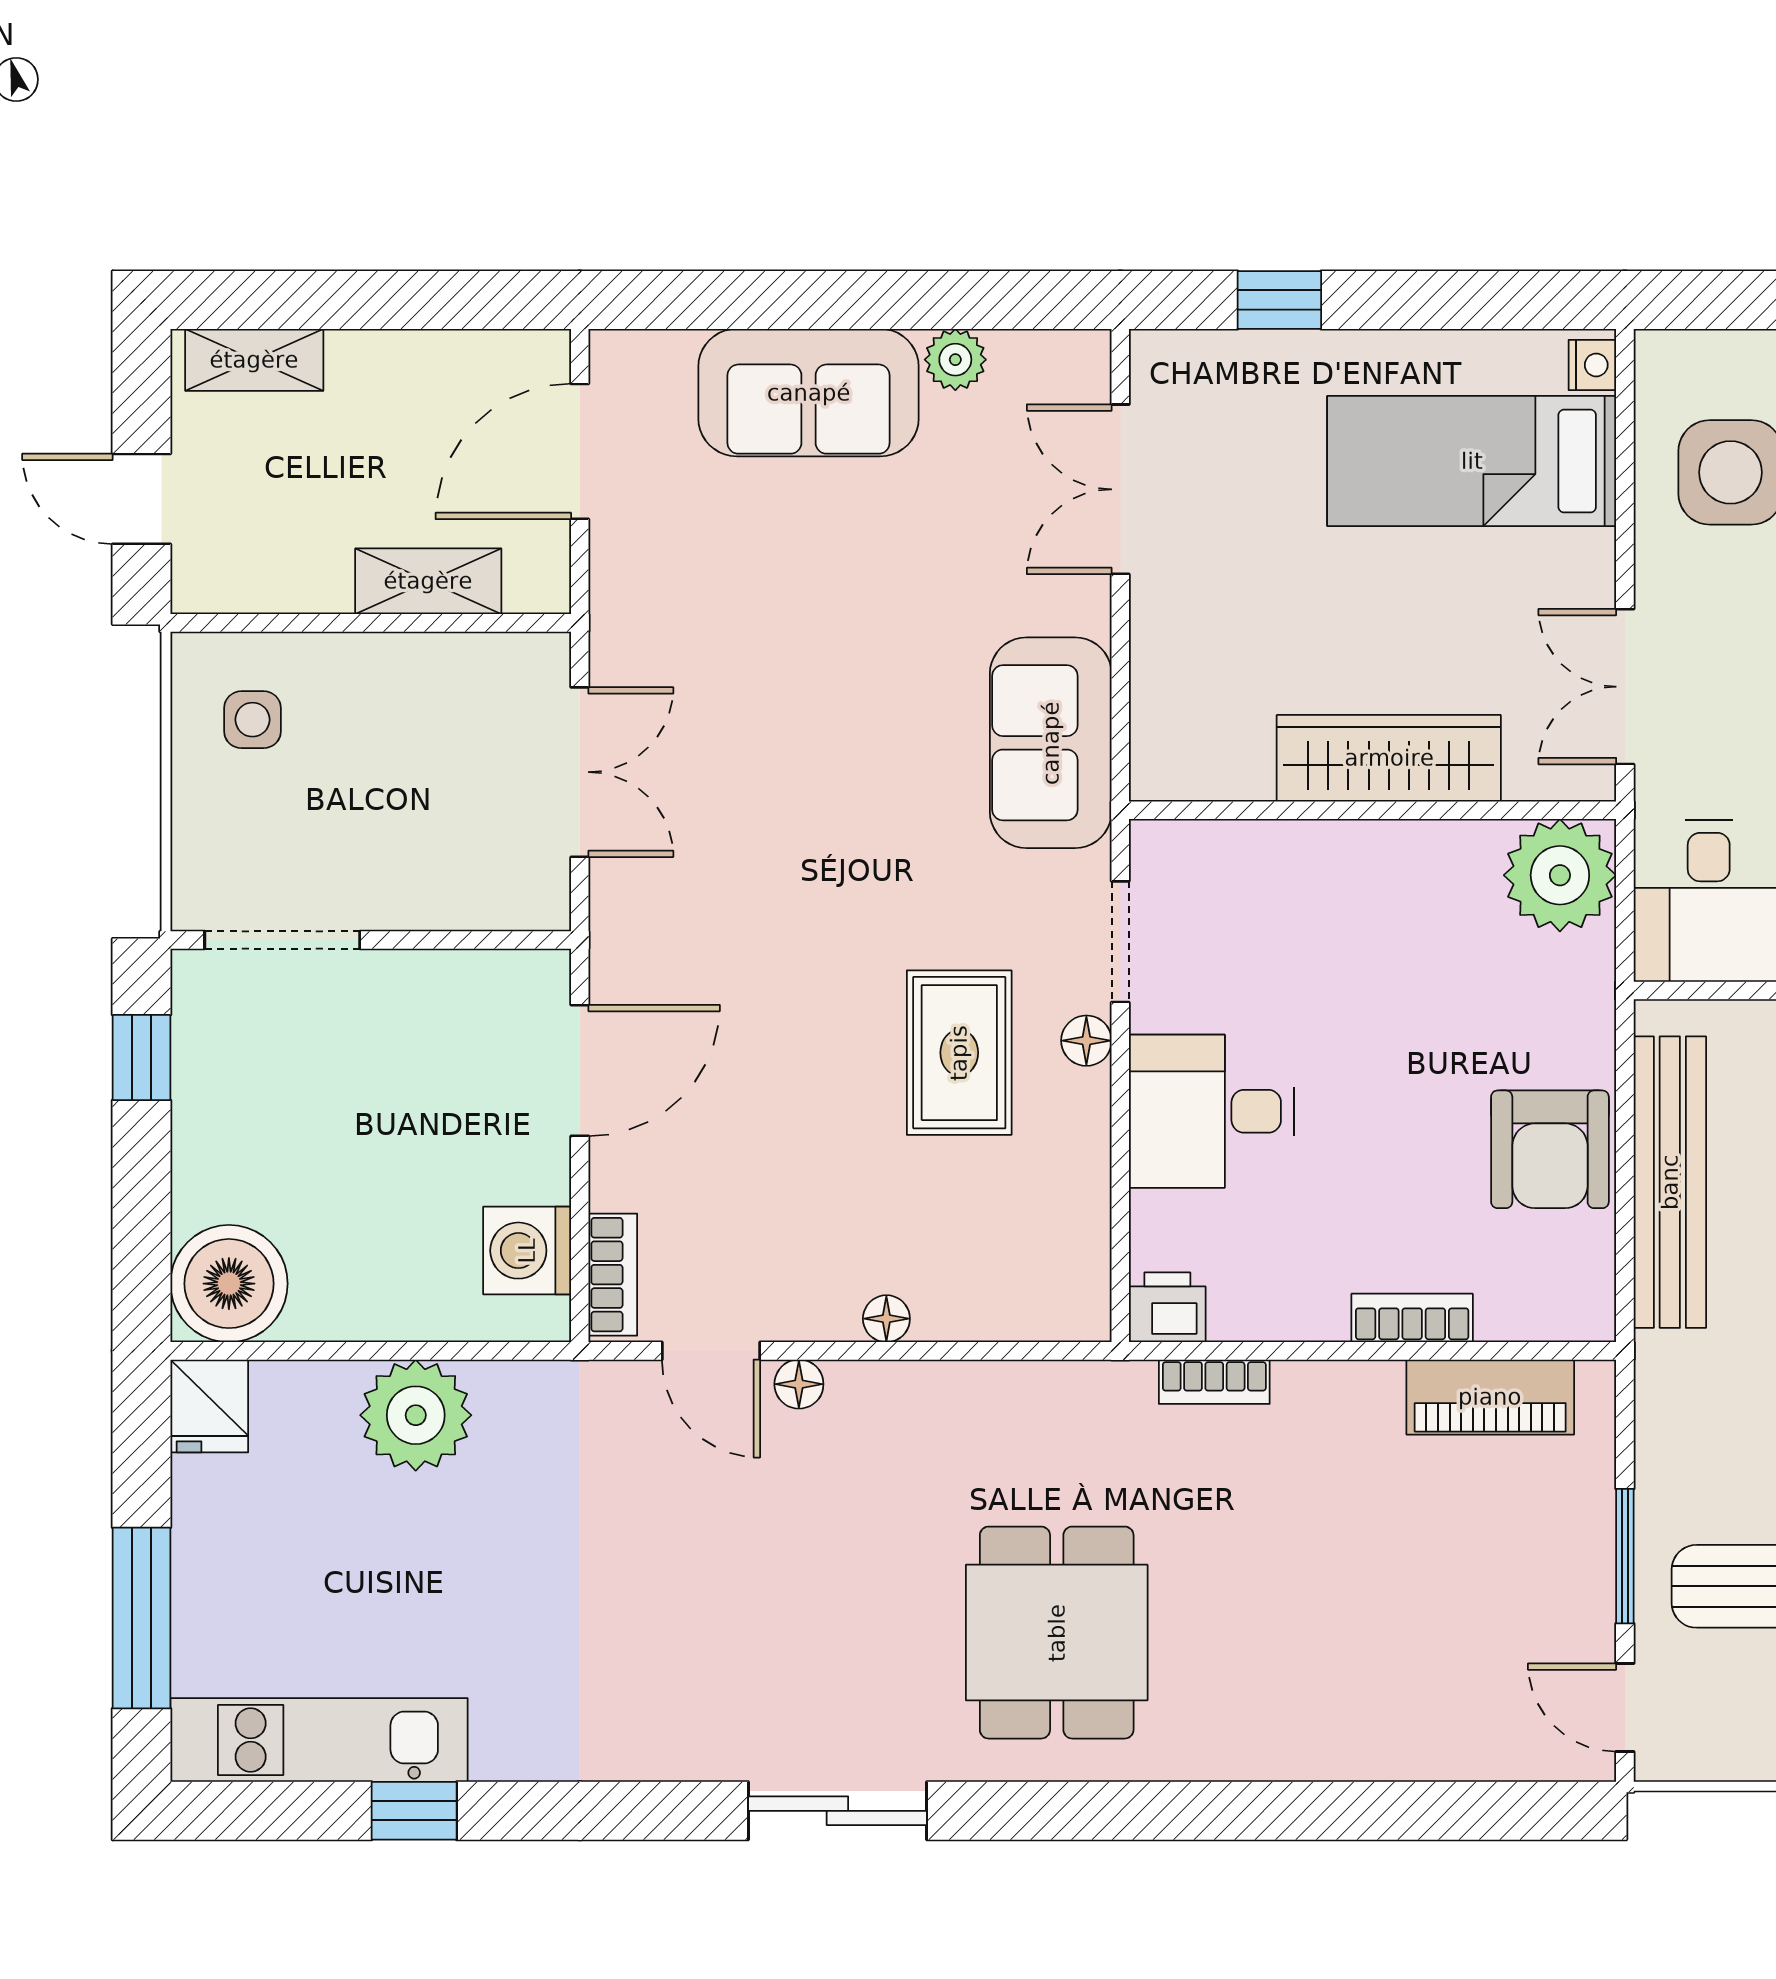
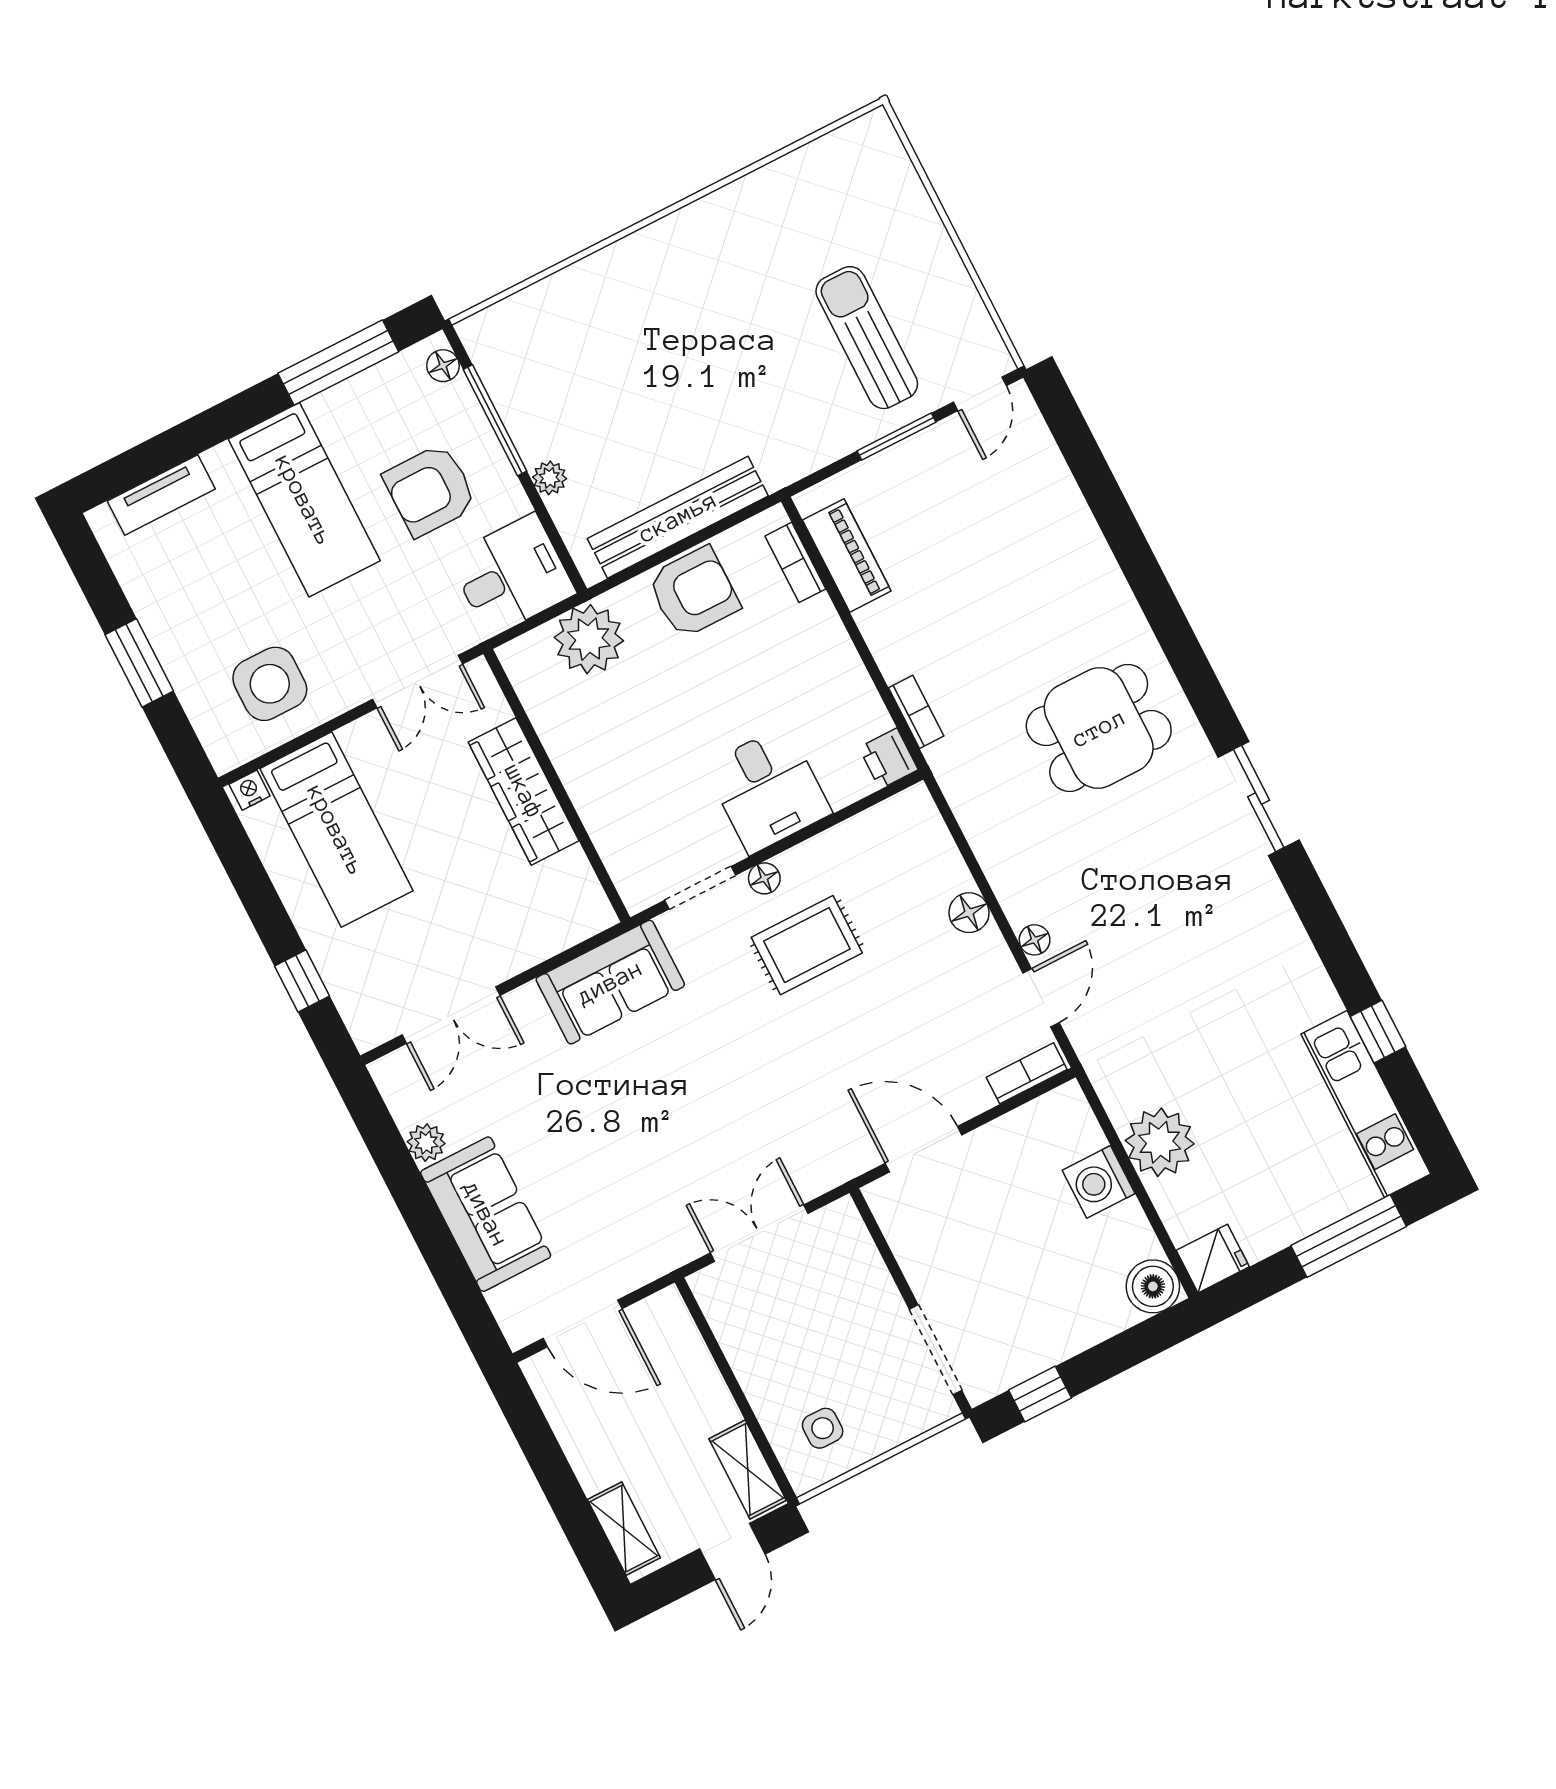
shelving: (428, 581) -> (748, 1470), moved
plant: (1560, 875) -> (589, 639), moved
washing machine: (527, 1251) -> (1099, 1182), moved, turned 90
boiler: (229, 1284) -> (1153, 1286), width x0.73, depth x0.73
bookcase: (1412, 1318) -> (795, 562), moved
floor lamp: (886, 1319) -> (969, 913), width x1.37, depth x1.37

